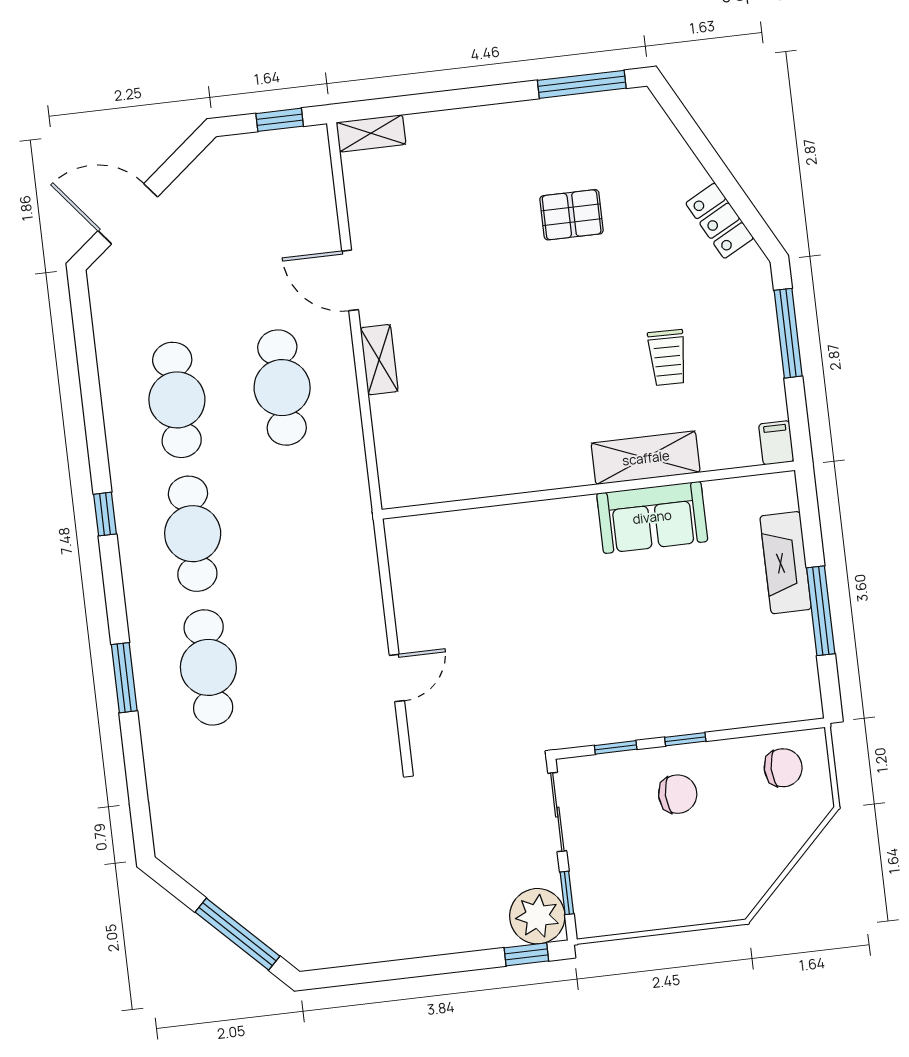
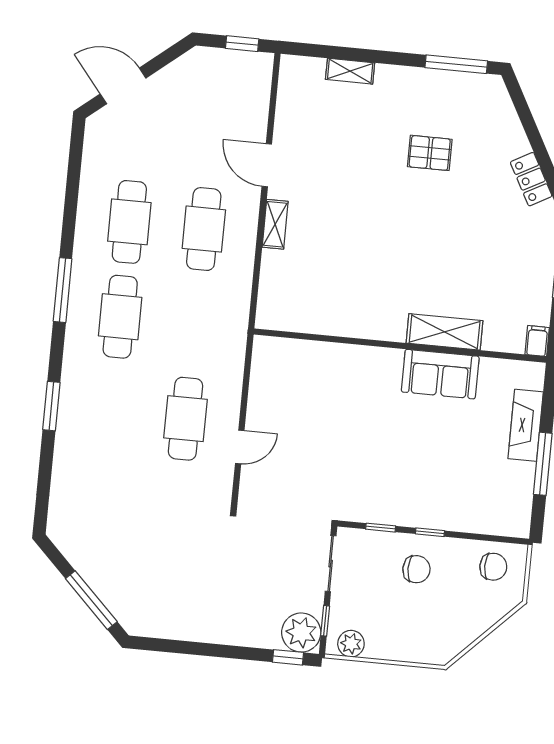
shelving: (371, 133) -> (350, 71), moved
trolley: (667, 357) -> (475, 266), removed
window: (105, 514) -> (63, 290), width x2.17
cafe table: (208, 667) -> (186, 419), moved
plant: (609, 917) -> (351, 644), added

